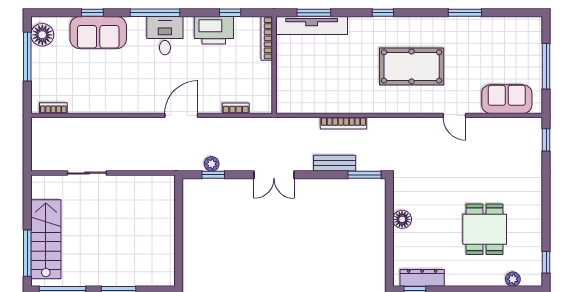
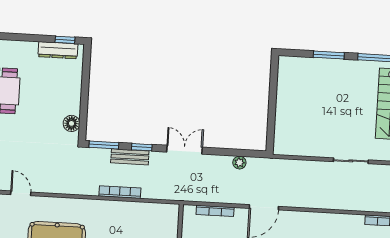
bookcase: (236, 108) -> (215, 211), width x1.56
window: (213, 175) -> (142, 147), moved
floor lamp: (402, 219) -> (71, 123), moved

